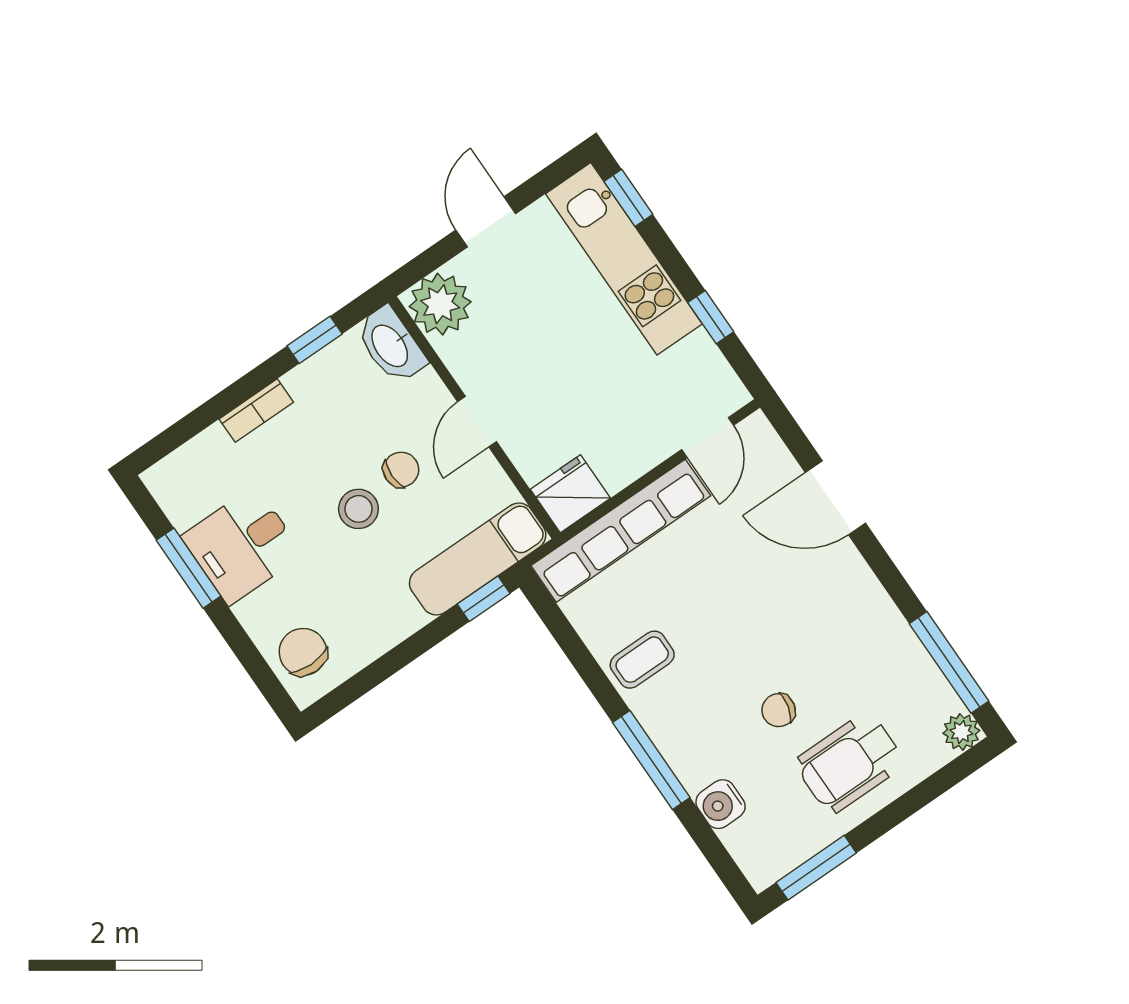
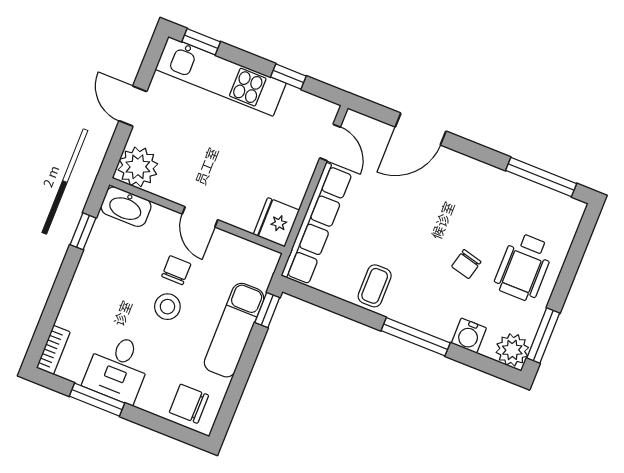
bookcase: (256, 411) -> (53, 350), moved
exam couch: (478, 559) -> (234, 330), moved
plant: (961, 732) -> (512, 350), moved, width x1.38, depth x1.38

